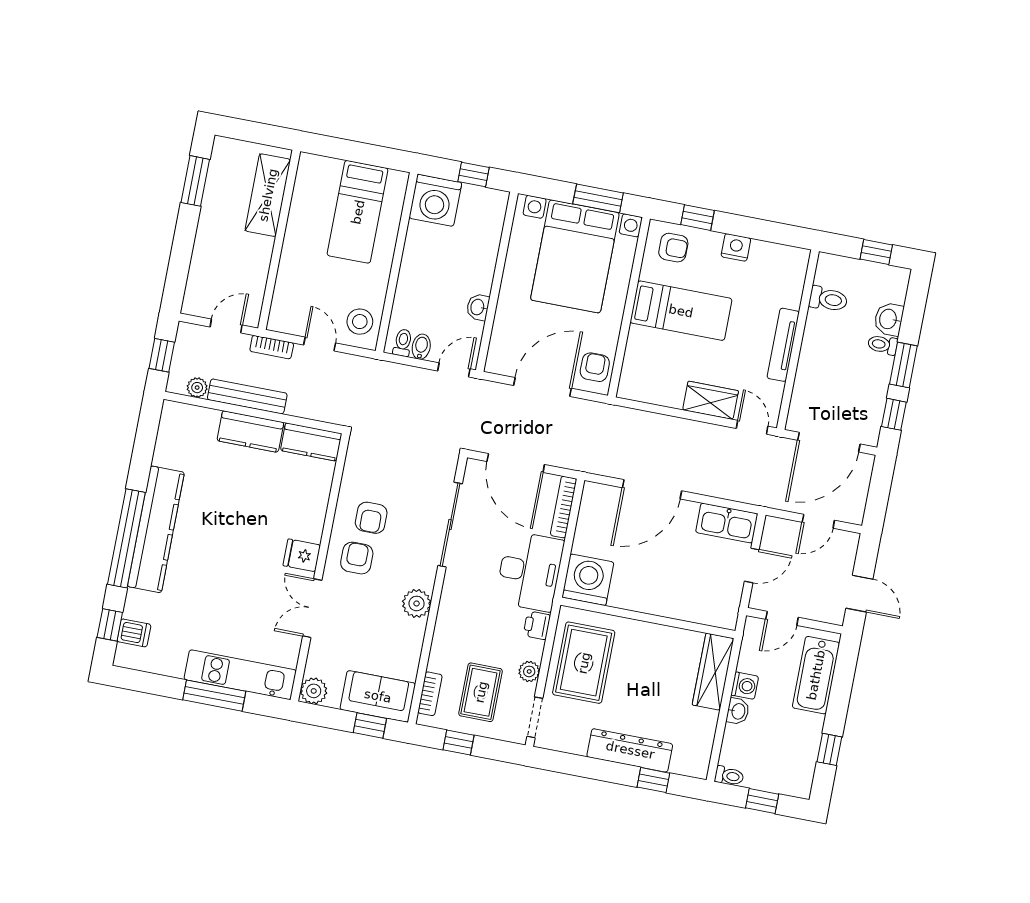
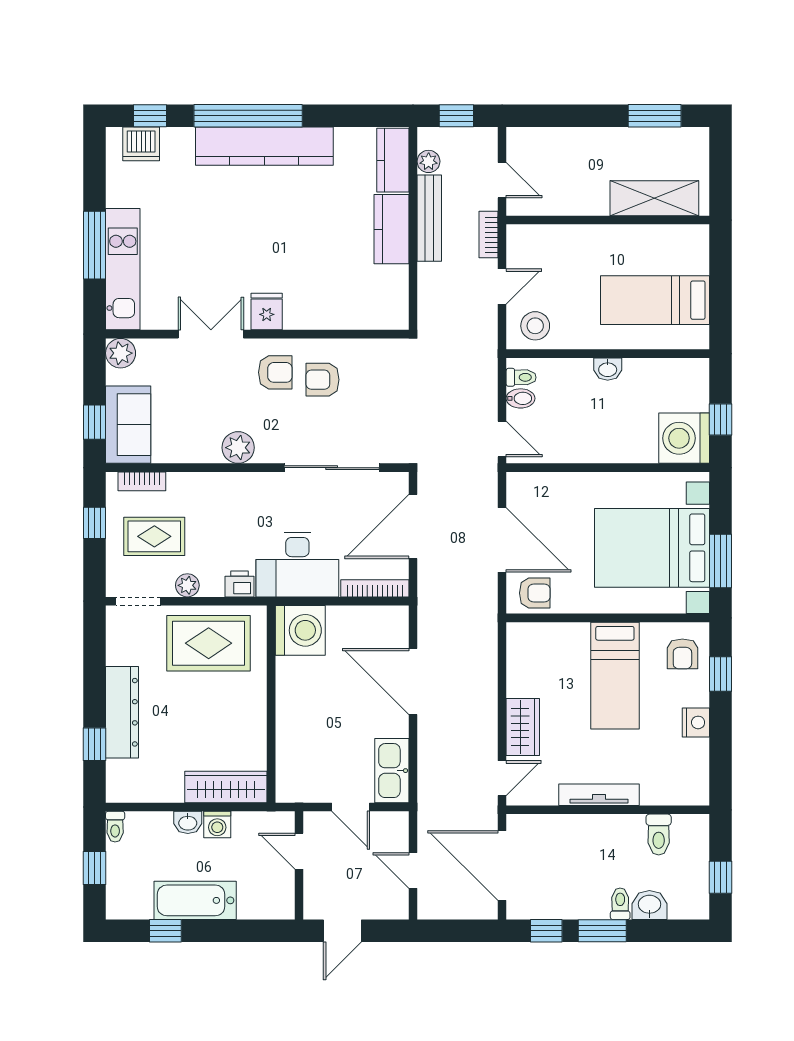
washing machine: (435, 200) -> (684, 438), moved
washbasin: (478, 307) -> (608, 369), moved, turned 180
kitchen counter: (311, 442) -> (393, 160), moved
dishwasher: (134, 633) -> (141, 144), width x1.38
bathtub: (816, 675) -> (195, 900), moved

